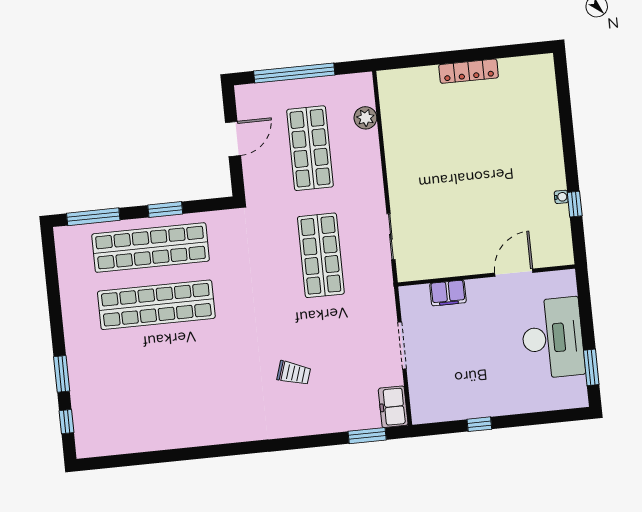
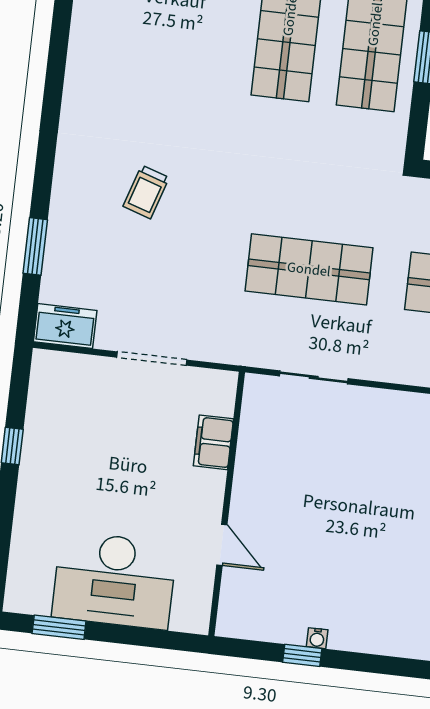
door: (514, 273) -> (222, 545), width x0.73
window: (367, 436) -> (35, 246), moved

